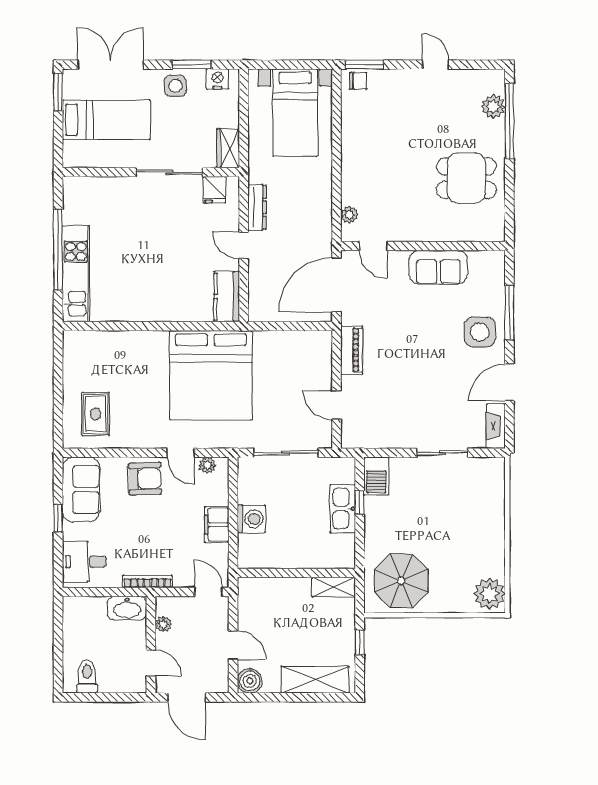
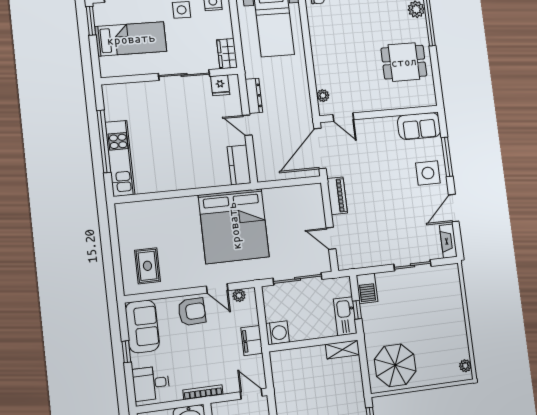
sofa: (438, 267) -> (419, 126), moved
wall: (296, 573) -> (313, 342), moved
shelving: (334, 587) -> (342, 350), moved
plant: (489, 594) -> (465, 366), width x0.53, depth x0.53

